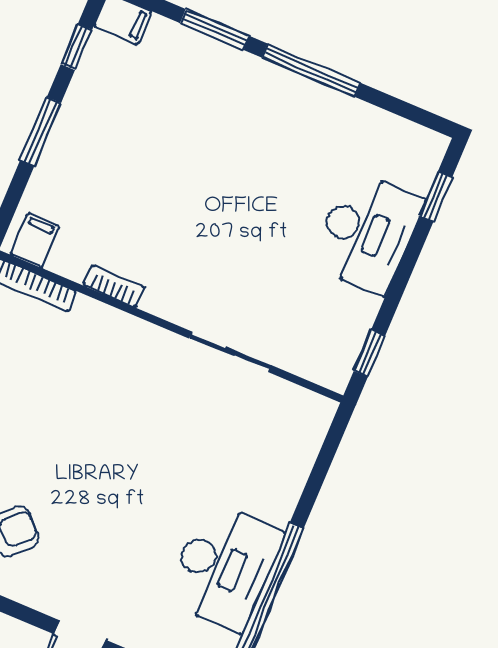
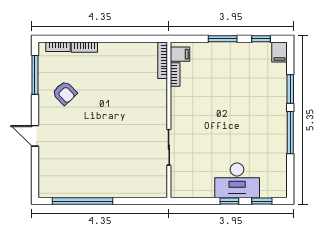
bookcase: (114, 286) -> (175, 74), moved
window: (369, 353) -> (229, 201), moved
desk: (224, 566) -> (85, 180), removed

